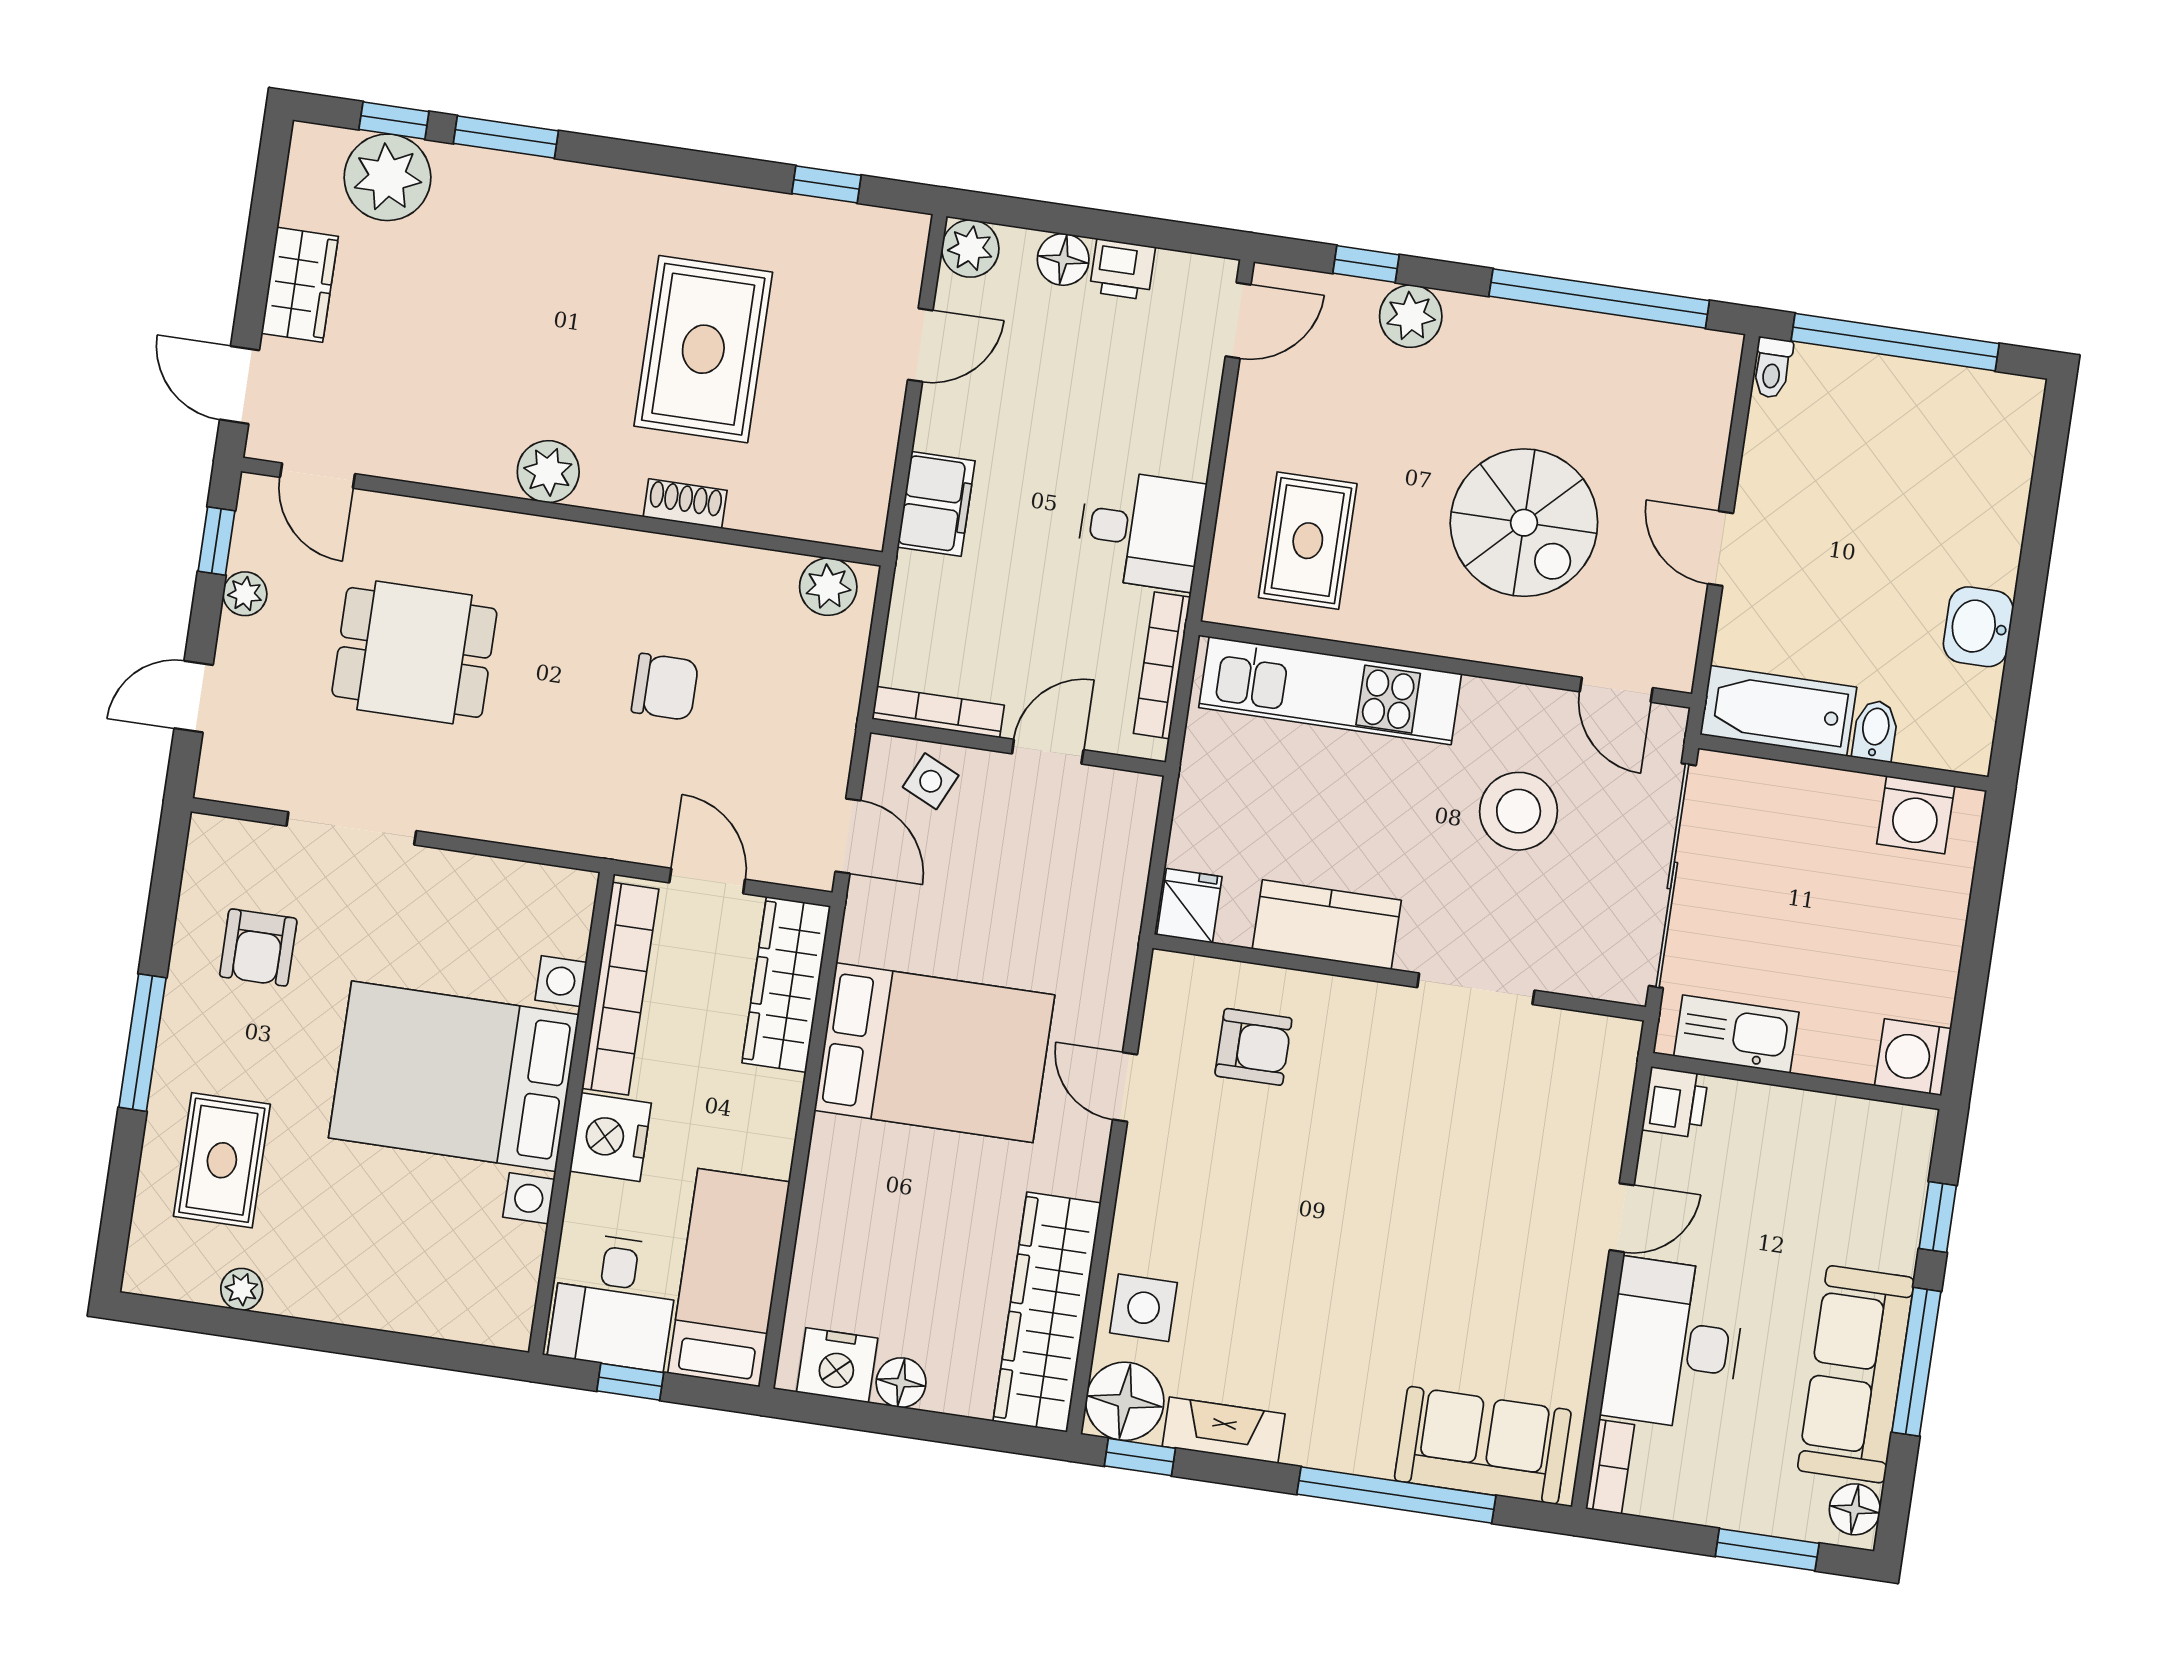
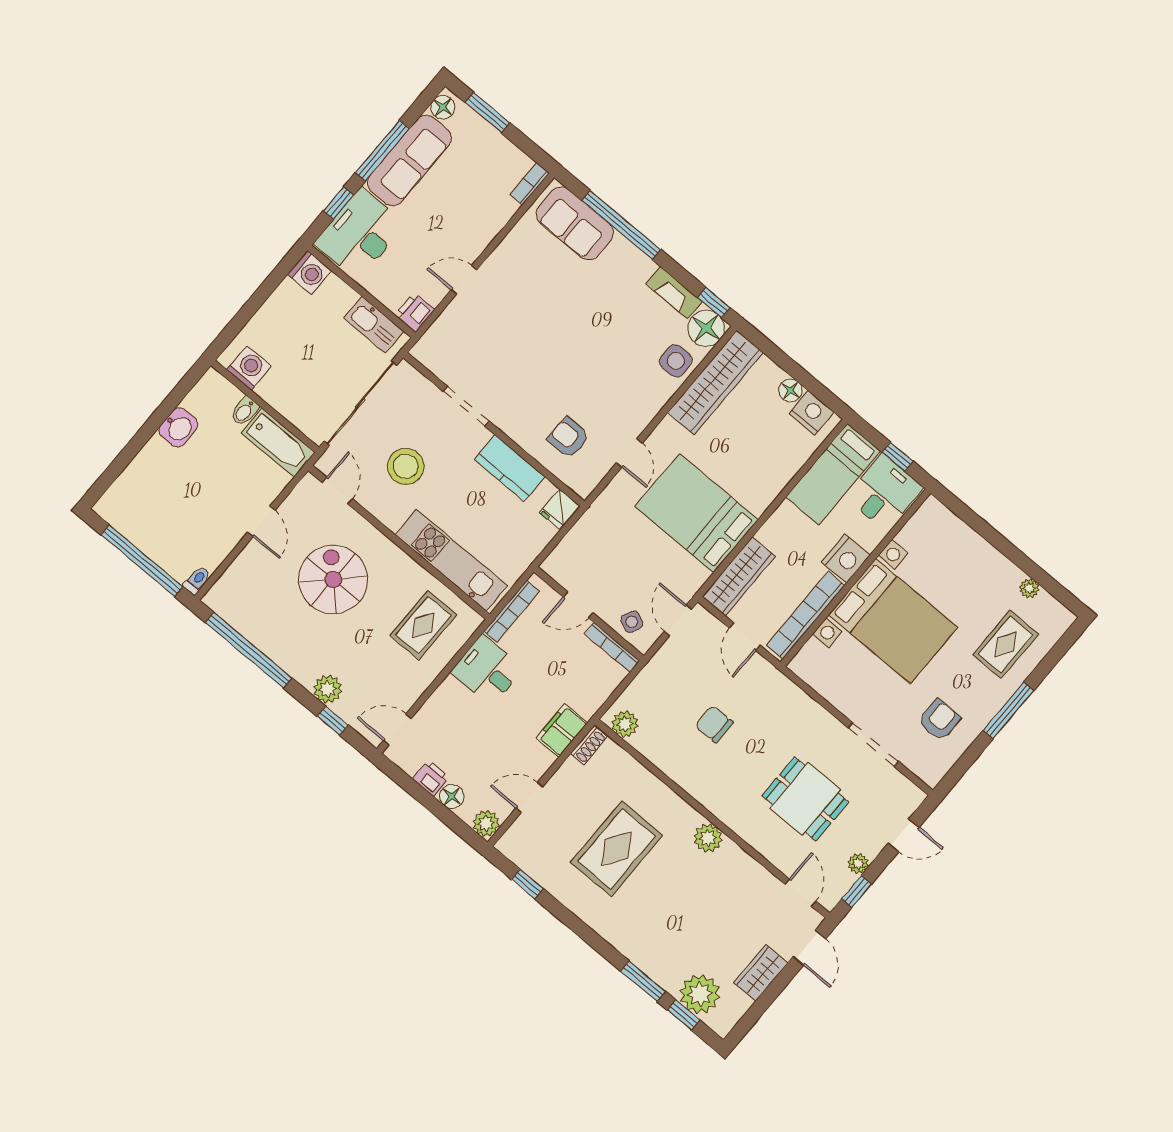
shoe rack: (685, 504) -> (589, 745), moved, turned -90
desk: (1674, 1344) -> (360, 234), moved, turned 180

